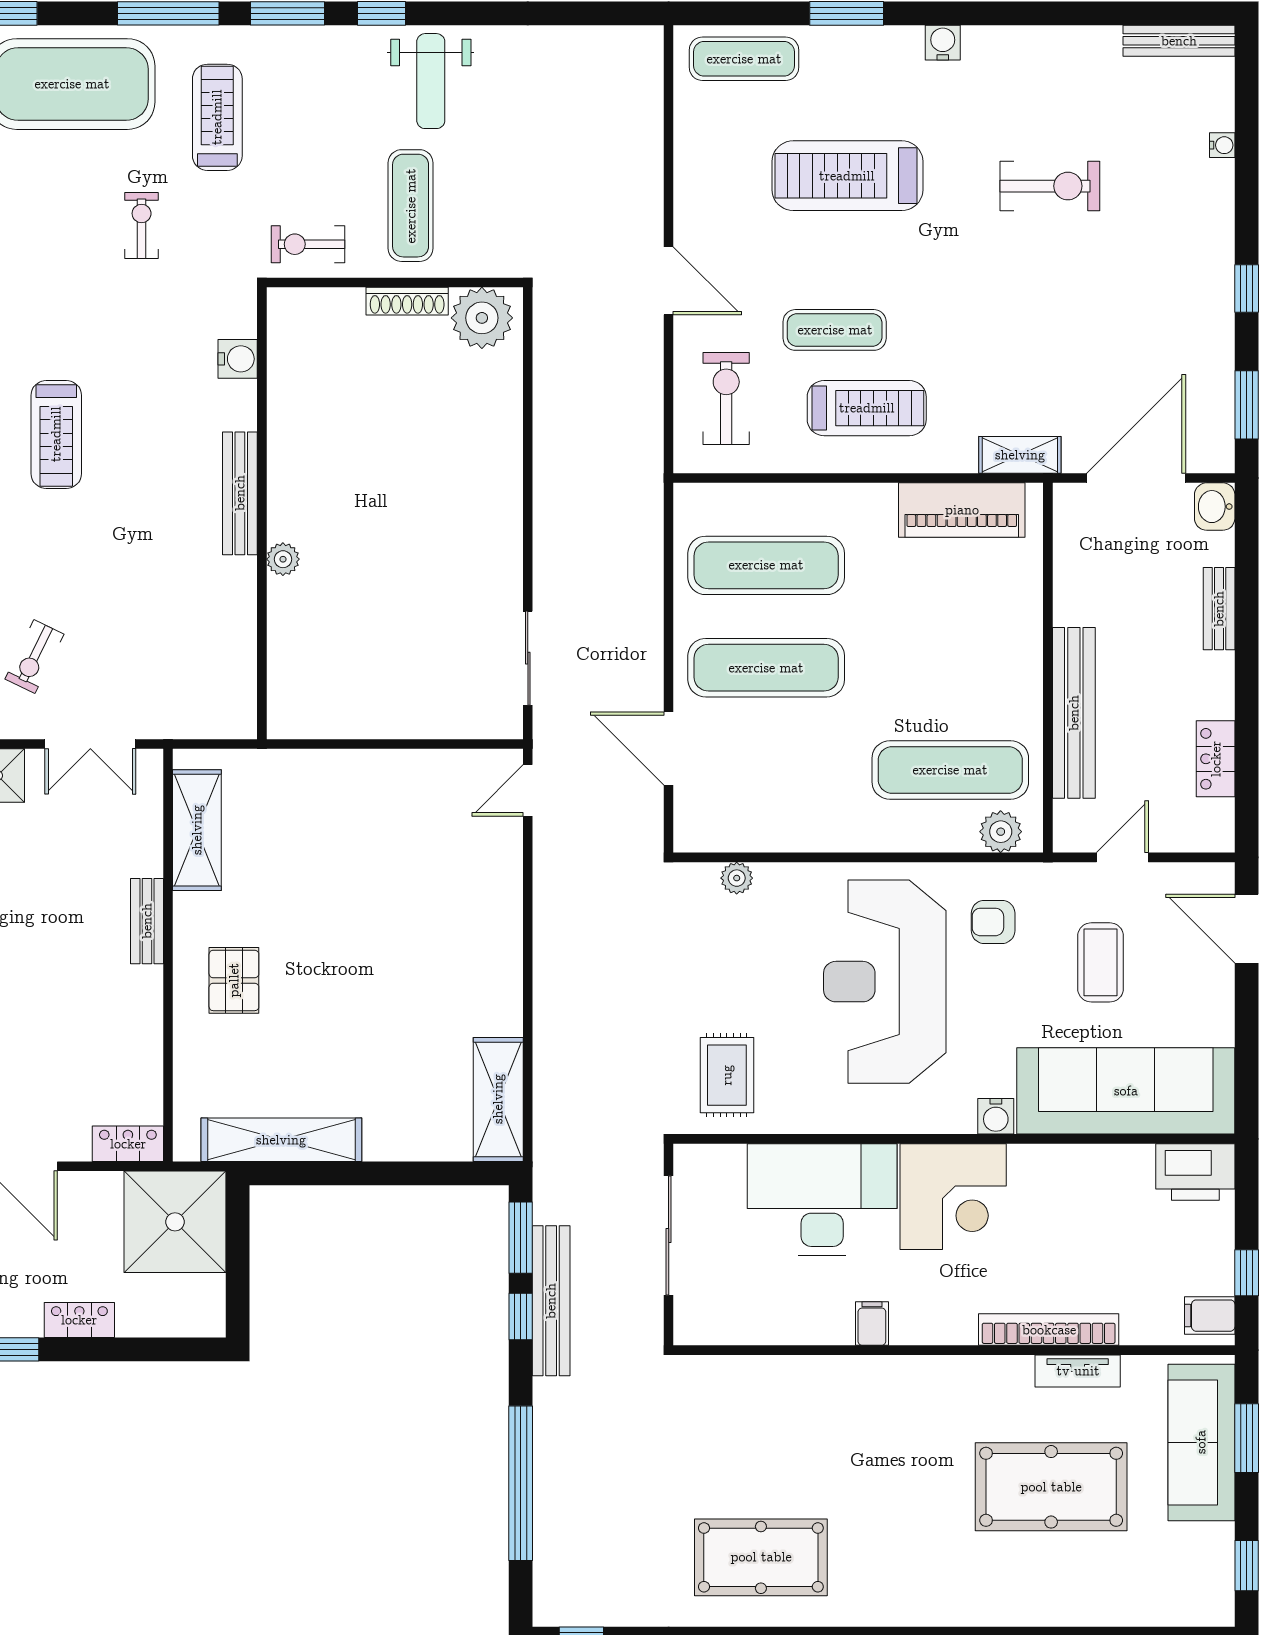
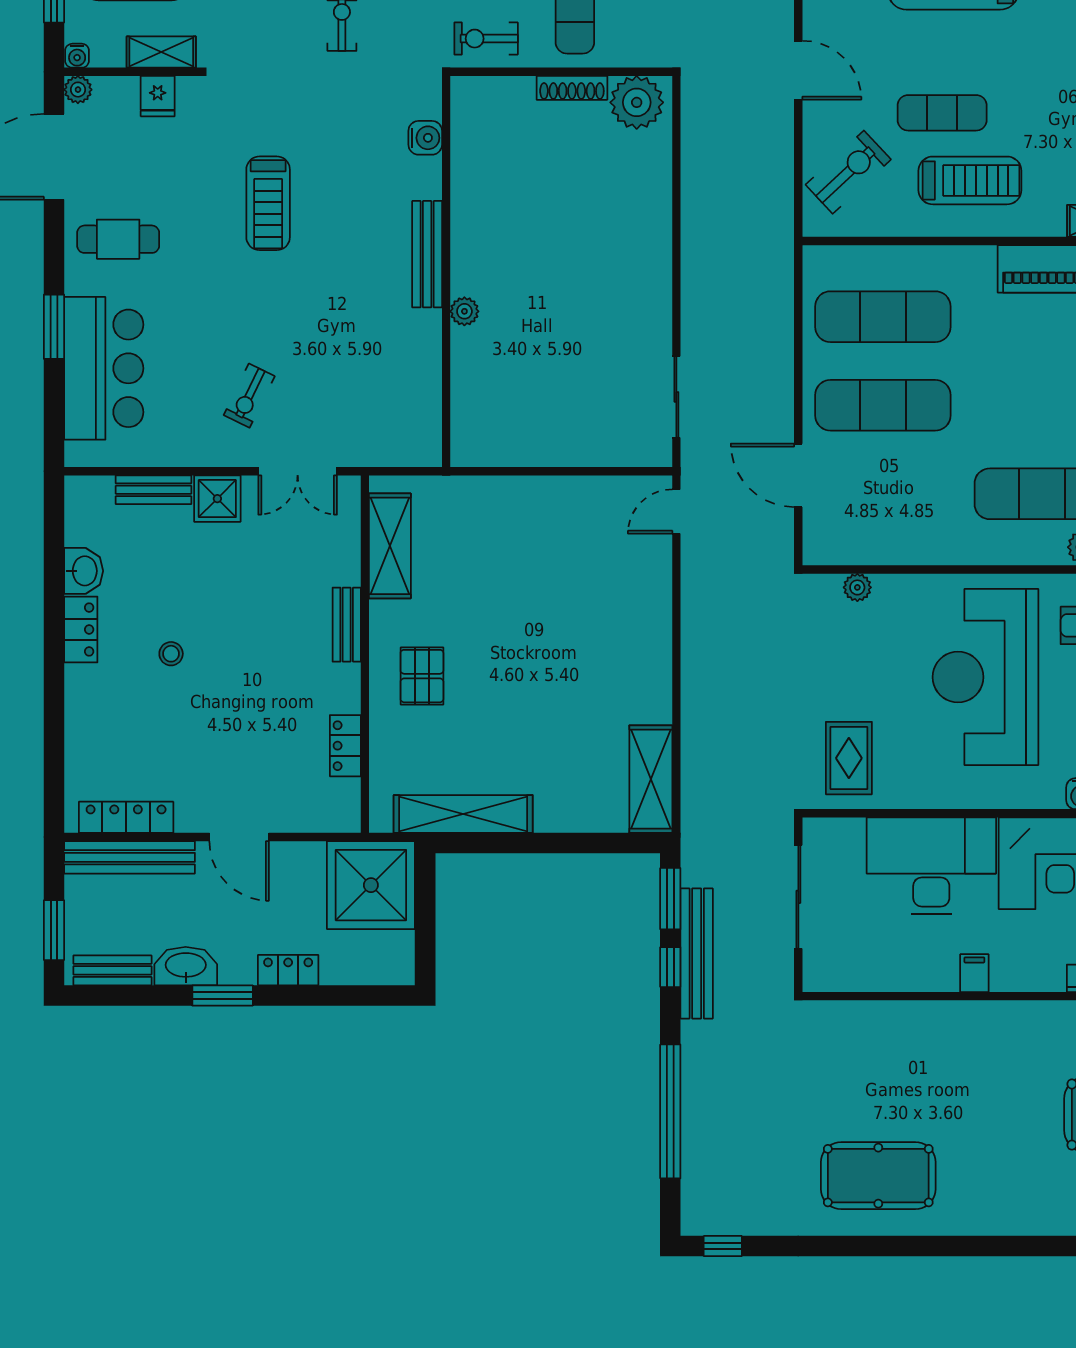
exercise bike: (726, 398) -> (848, 172), turned 47
locker: (128, 1144) -> (345, 746), moved, turned -90

